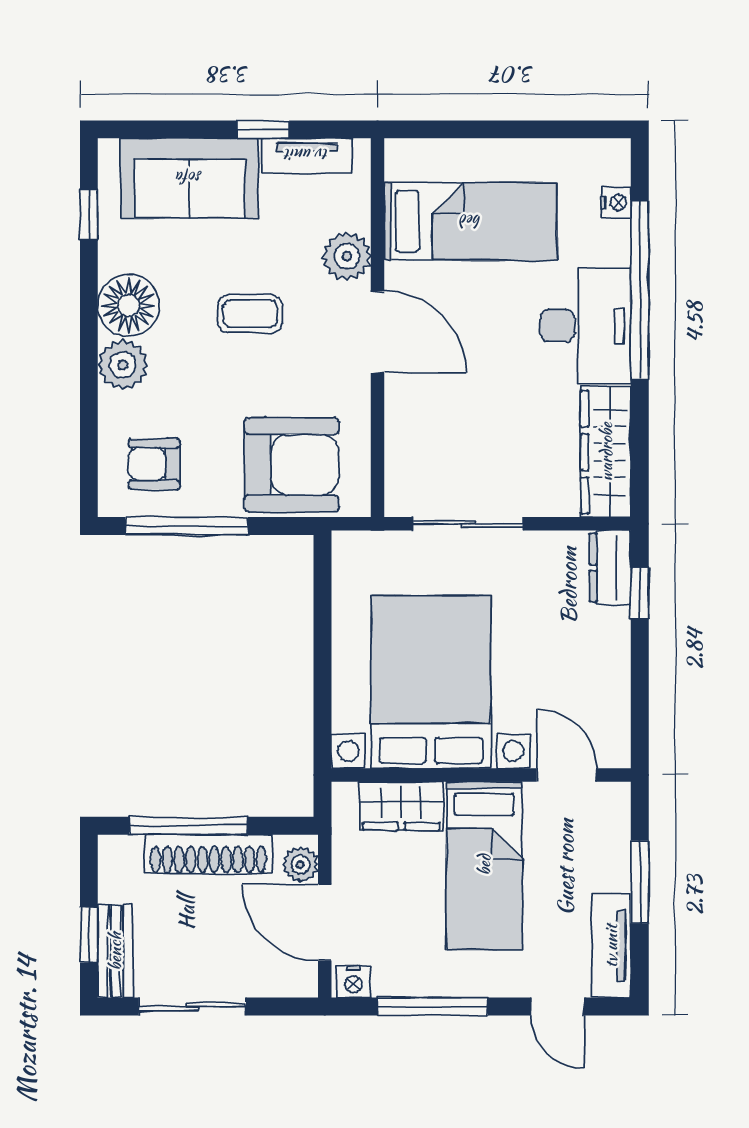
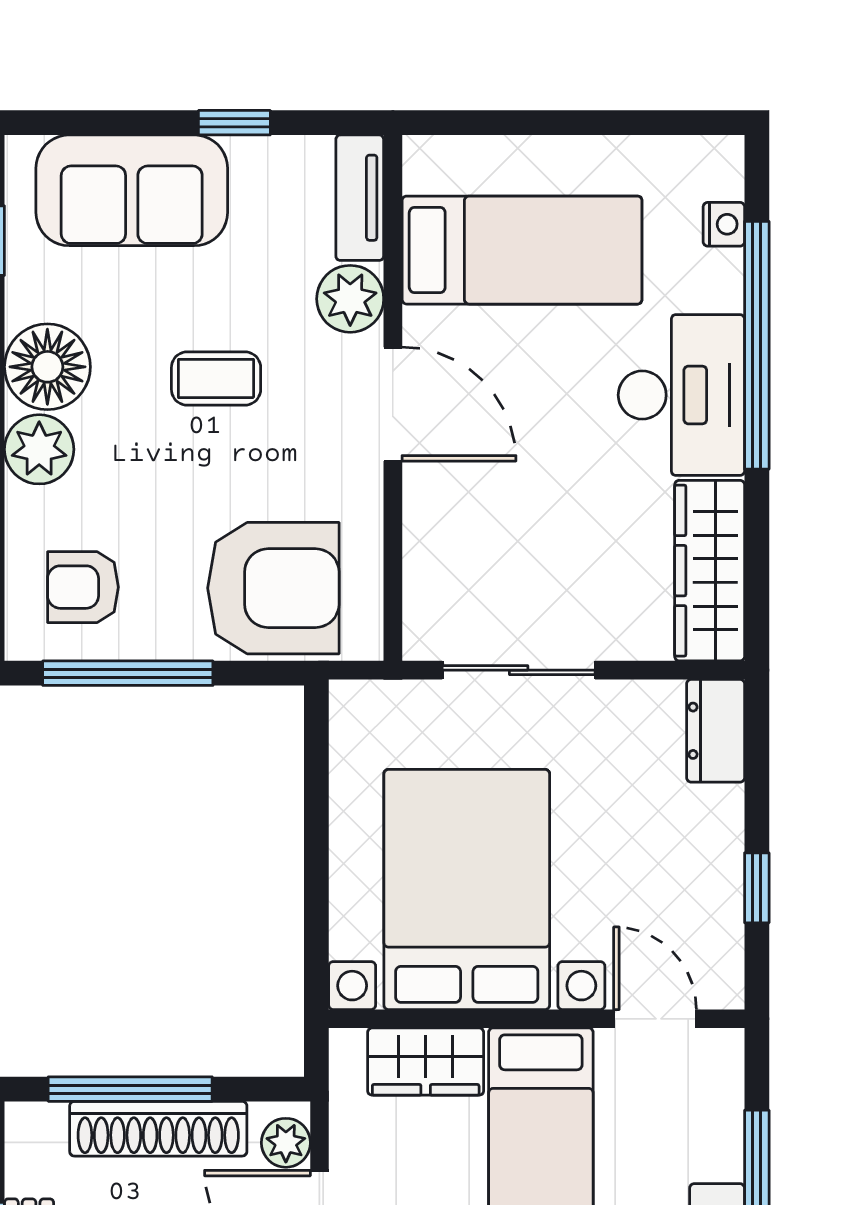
tv unit: (307, 155) -> (360, 198), moved, turned 90
window: (640, 593) -> (757, 888), moved

